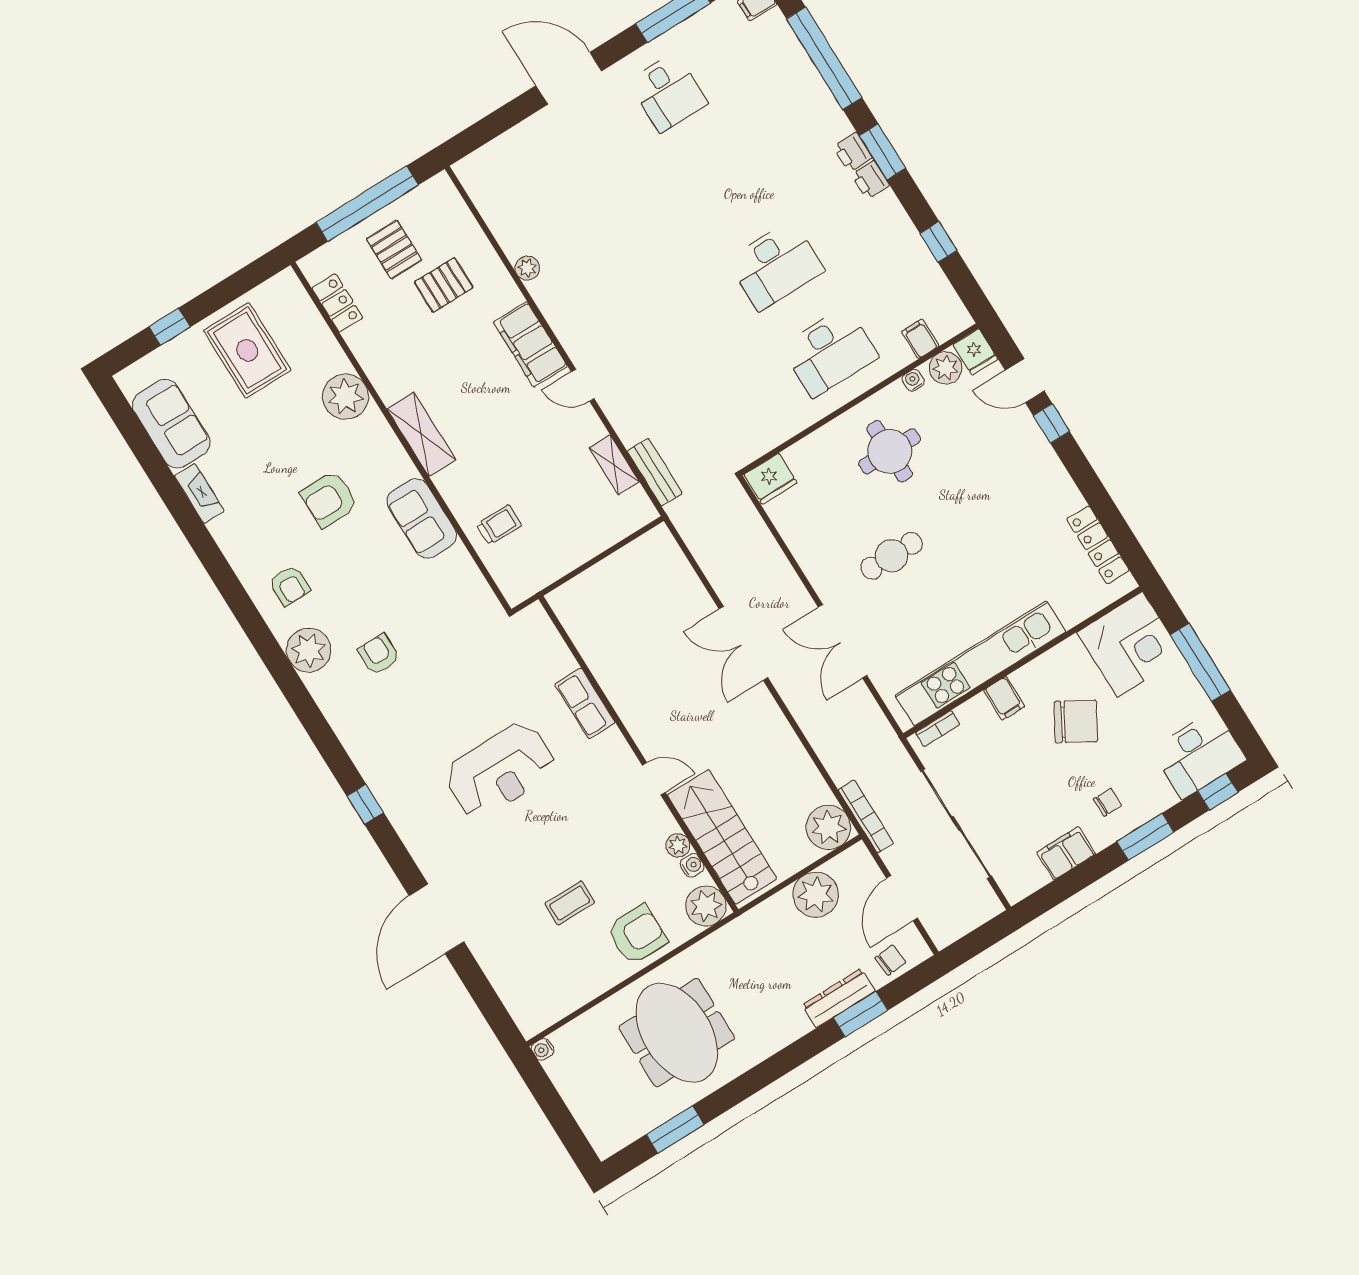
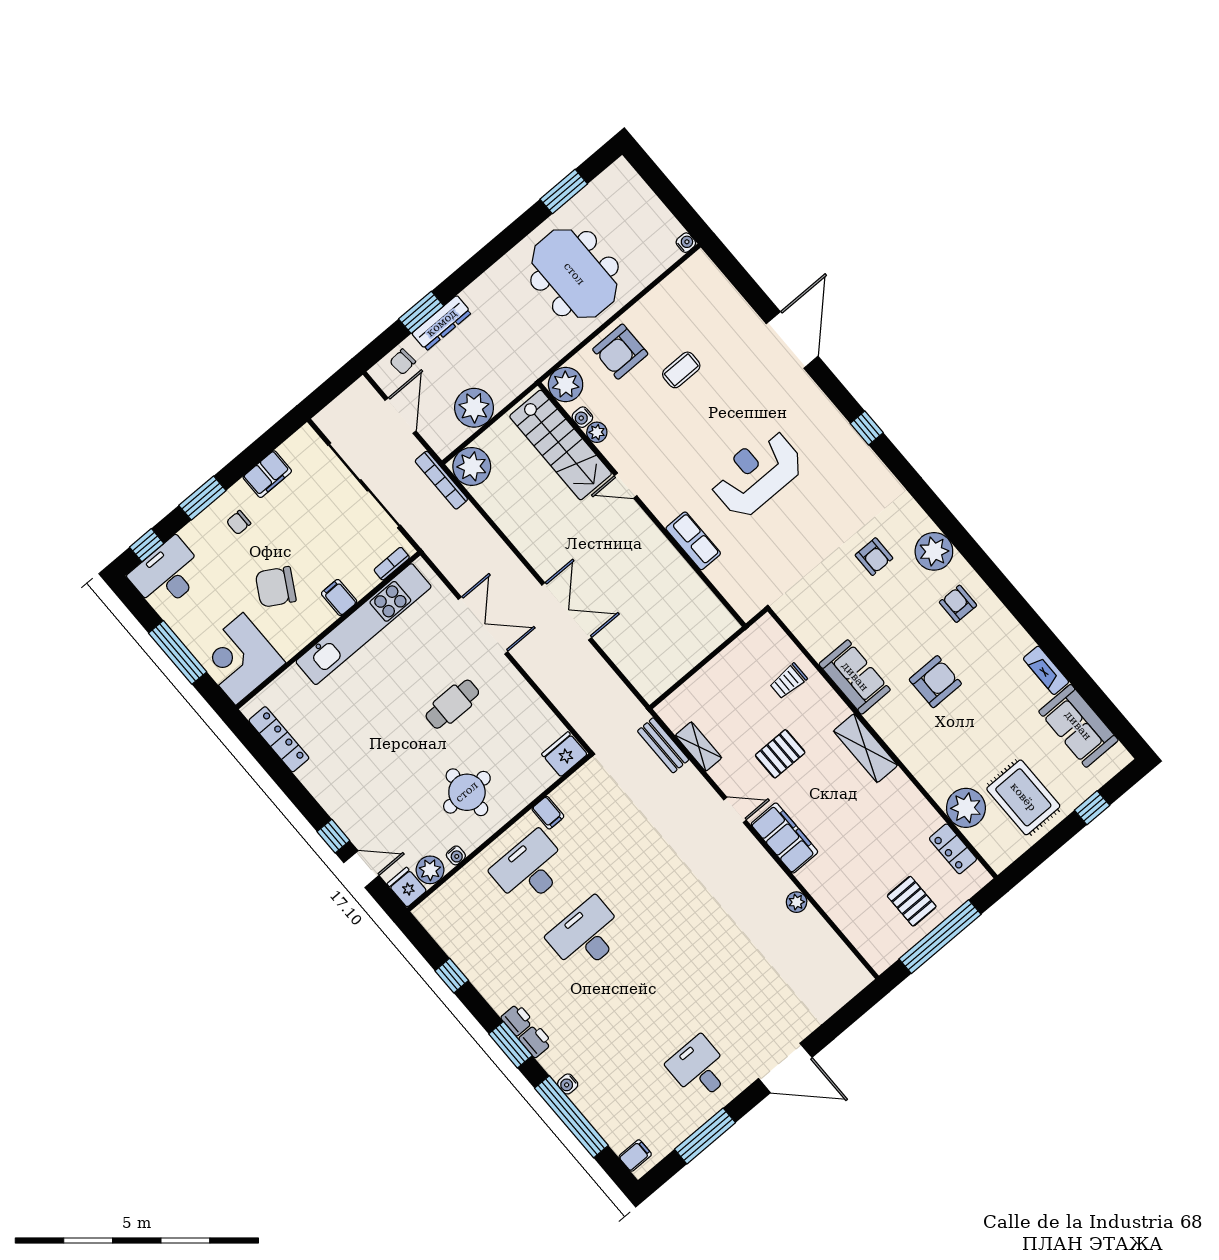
water cooler: (823, 97) -> (568, 1084), added
pallet: (444, 285) -> (780, 754), moved
filing cabinet: (920, 339) -> (548, 813), moved
plant: (346, 397) -> (966, 808), moved

